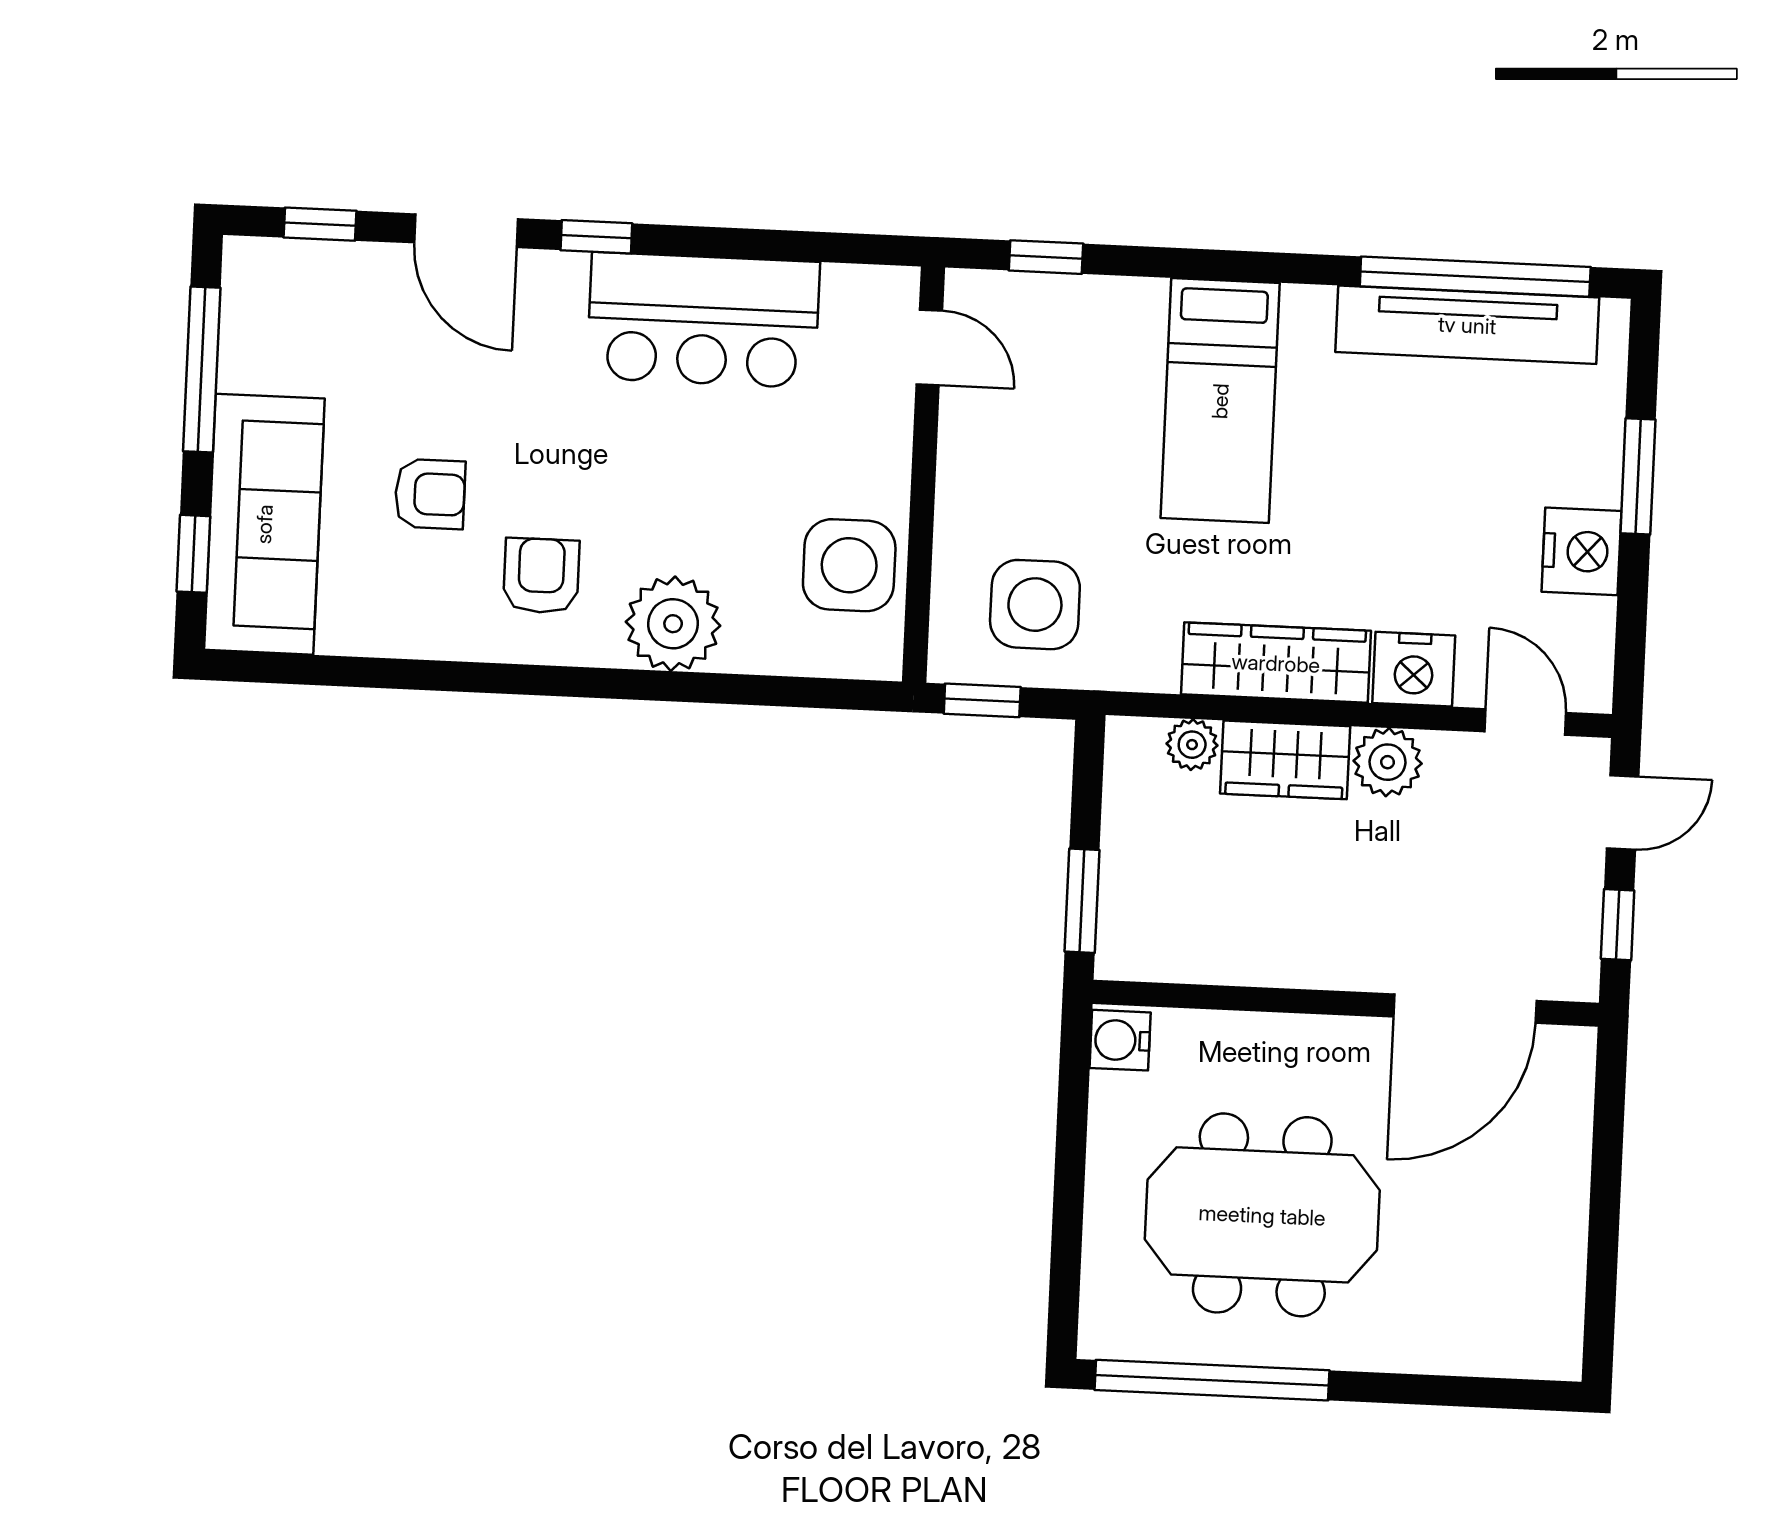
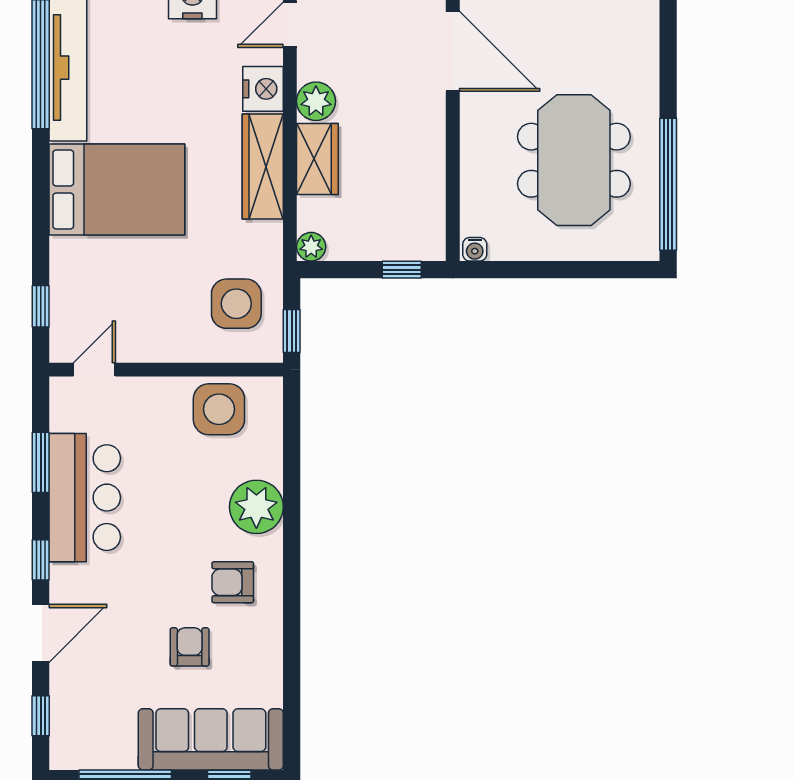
window: (769, 245) -> (41, 462), added
bed: (1220, 401) -> (117, 189), width x1.50
plant: (1192, 745) -> (311, 247), moved
window: (1082, 901) -> (402, 270), width x0.67
water cooler: (1120, 1040) -> (475, 249), width x0.72, depth x0.72

